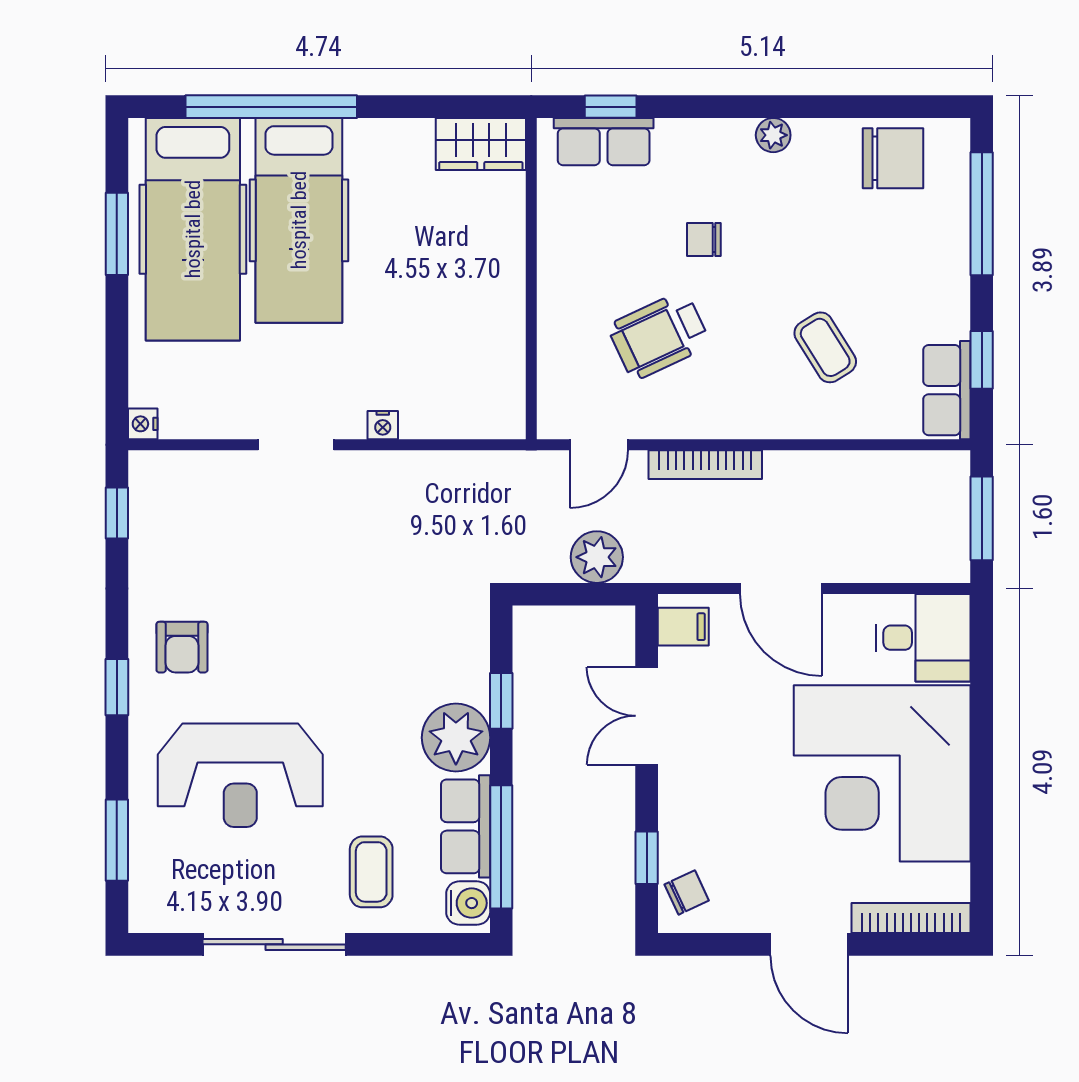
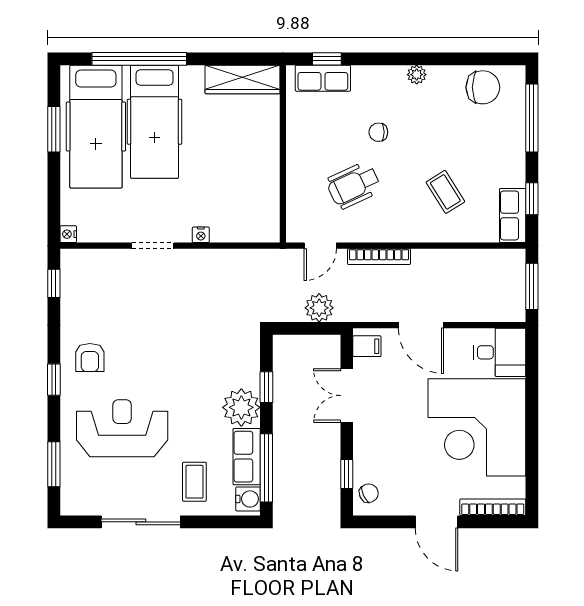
wardrobe: (481, 144) -> (243, 79), width x1.50
reception desk: (240, 775) -> (122, 428), turned 180

